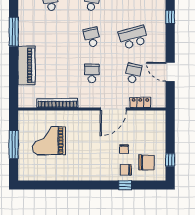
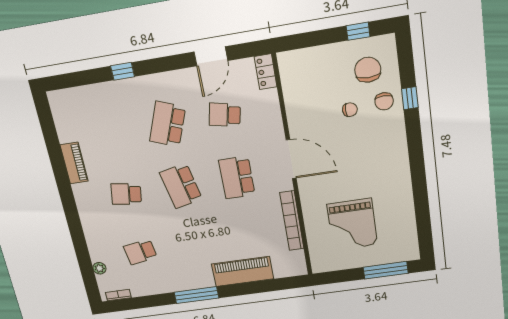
school desk: (92, 37) -> (181, 186), width x1.85
school desk: (133, 37) -> (168, 124), turned 36
school desk: (92, 73) -> (237, 177), width x1.85
locker: (140, 103) -> (266, 72), moved
door: (113, 109) -> (291, 159), moved
window: (14, 145) -> (386, 270), moved

